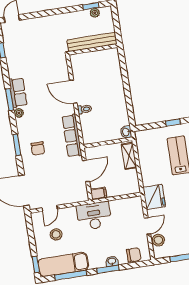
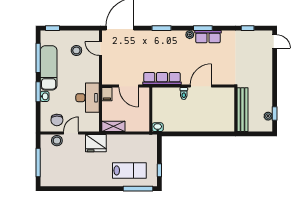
chair: (38, 148) -> (155, 46), removed
shelving: (129, 156) -> (113, 126), moved
desk: (94, 216) -> (88, 98), moved
door: (147, 226) -> (71, 133), swing flipped
chair: (134, 255) -> (57, 120), moved
exam couch: (63, 264) -> (49, 68), moved

